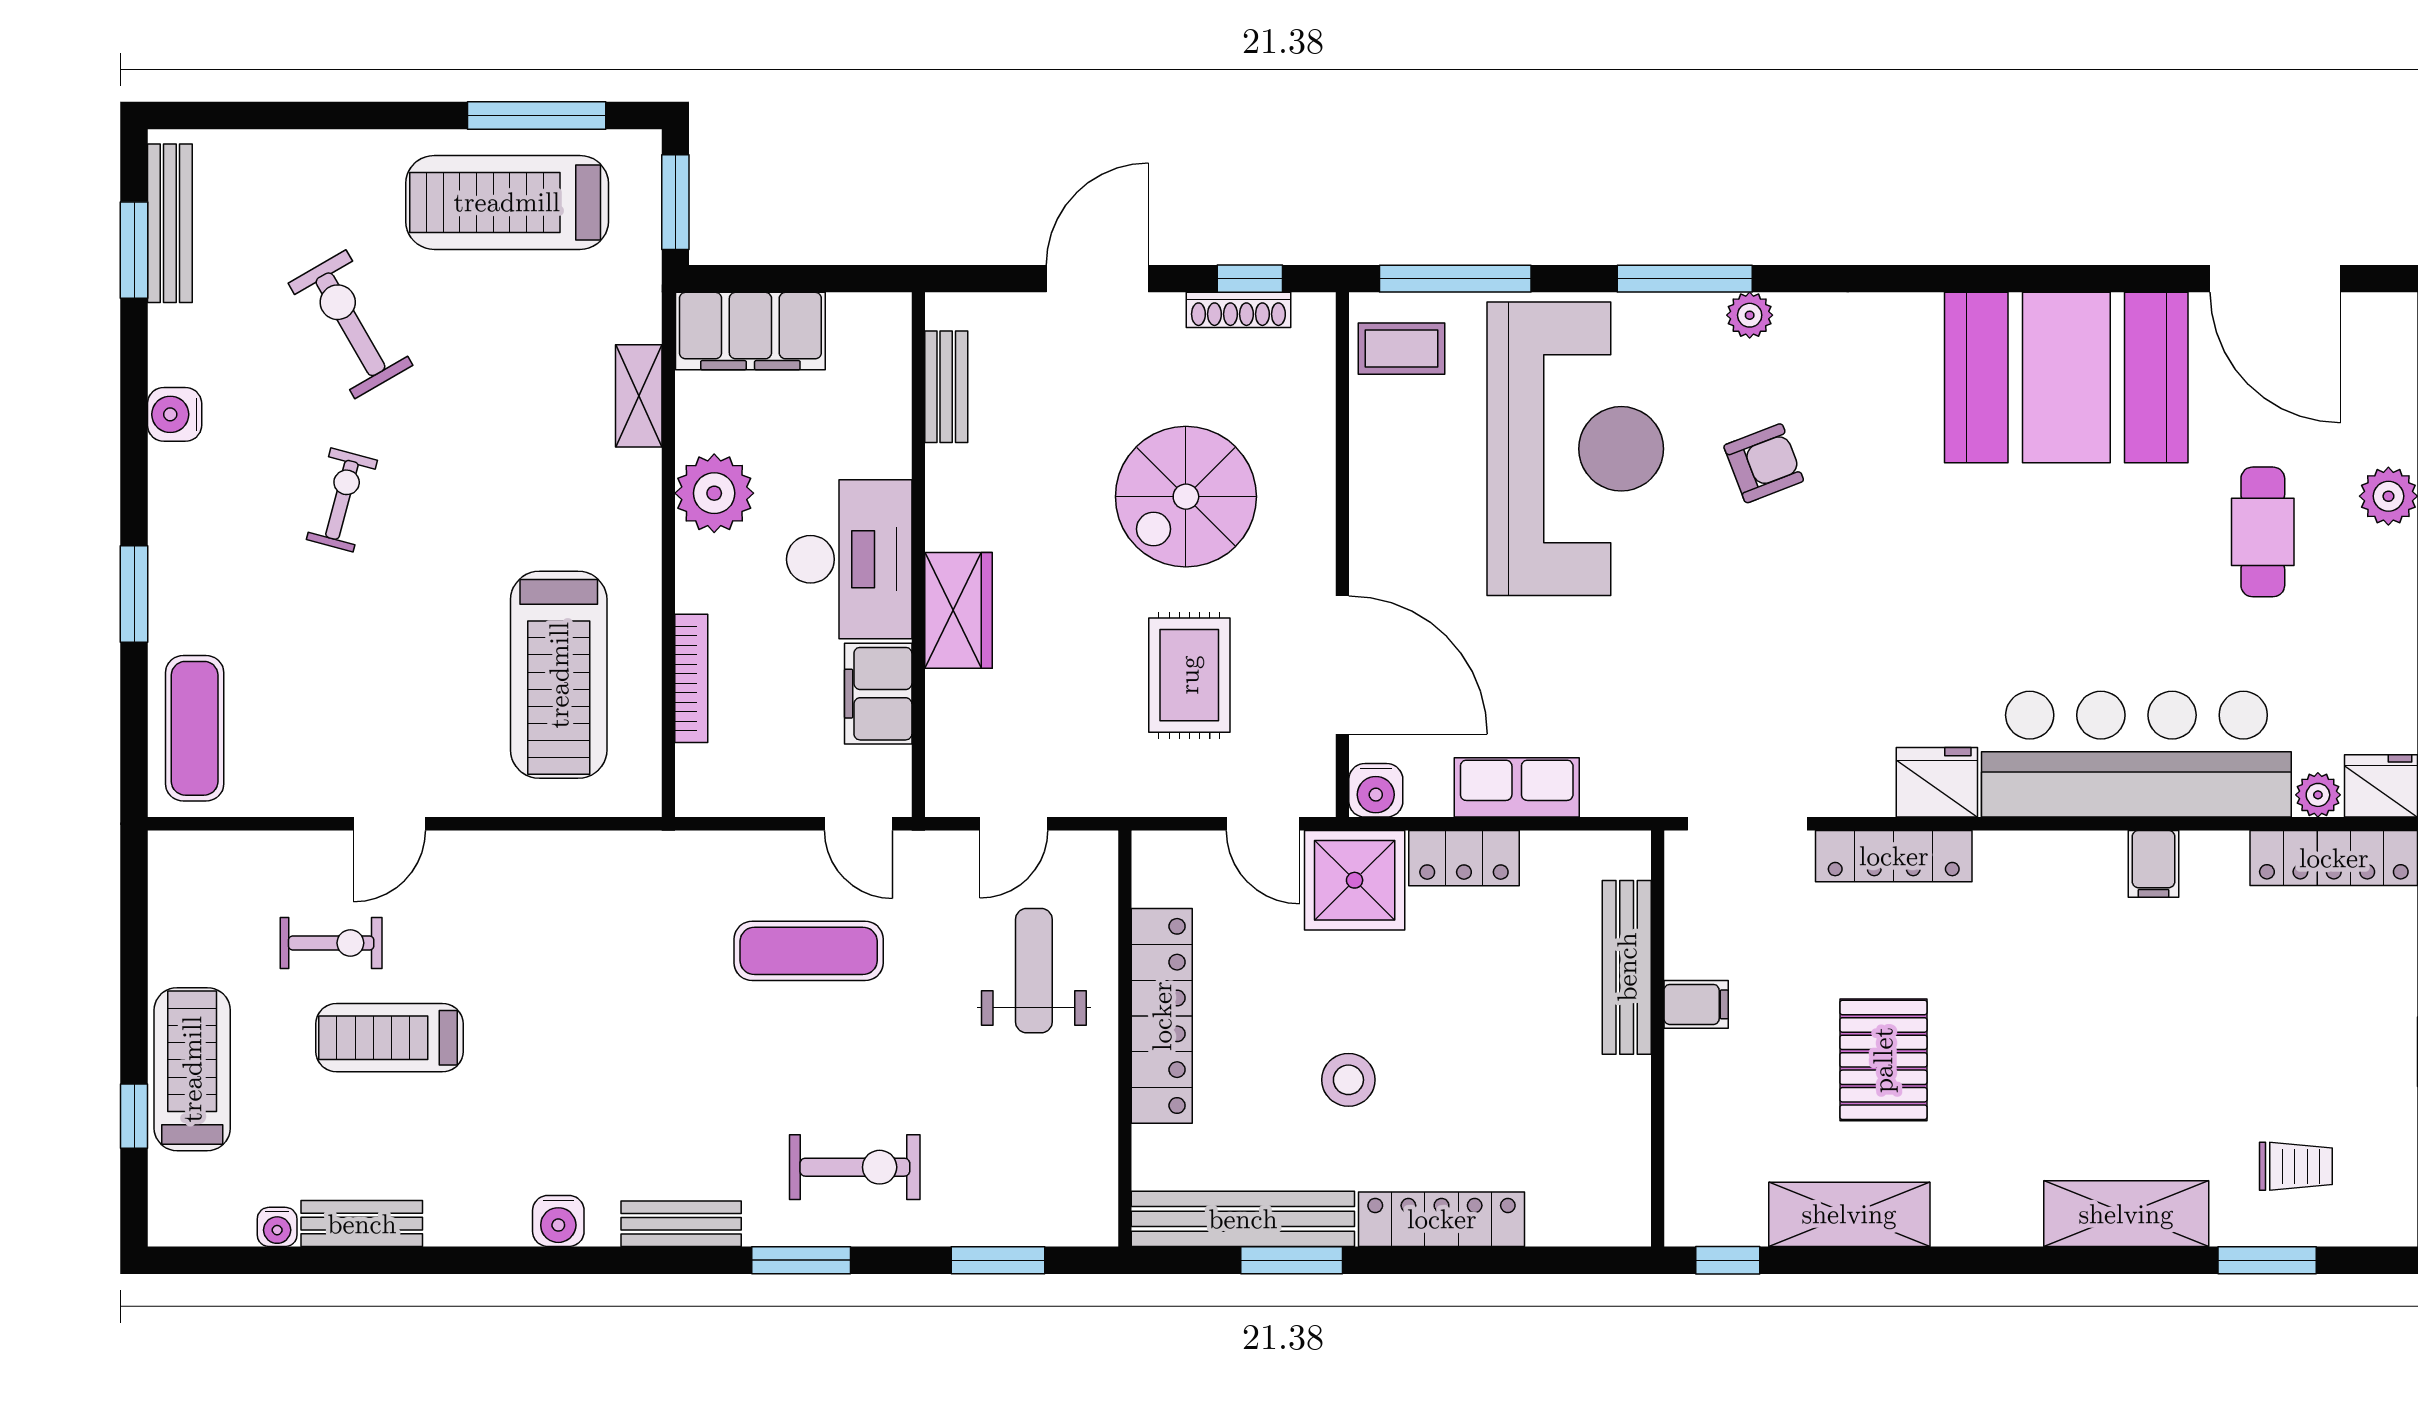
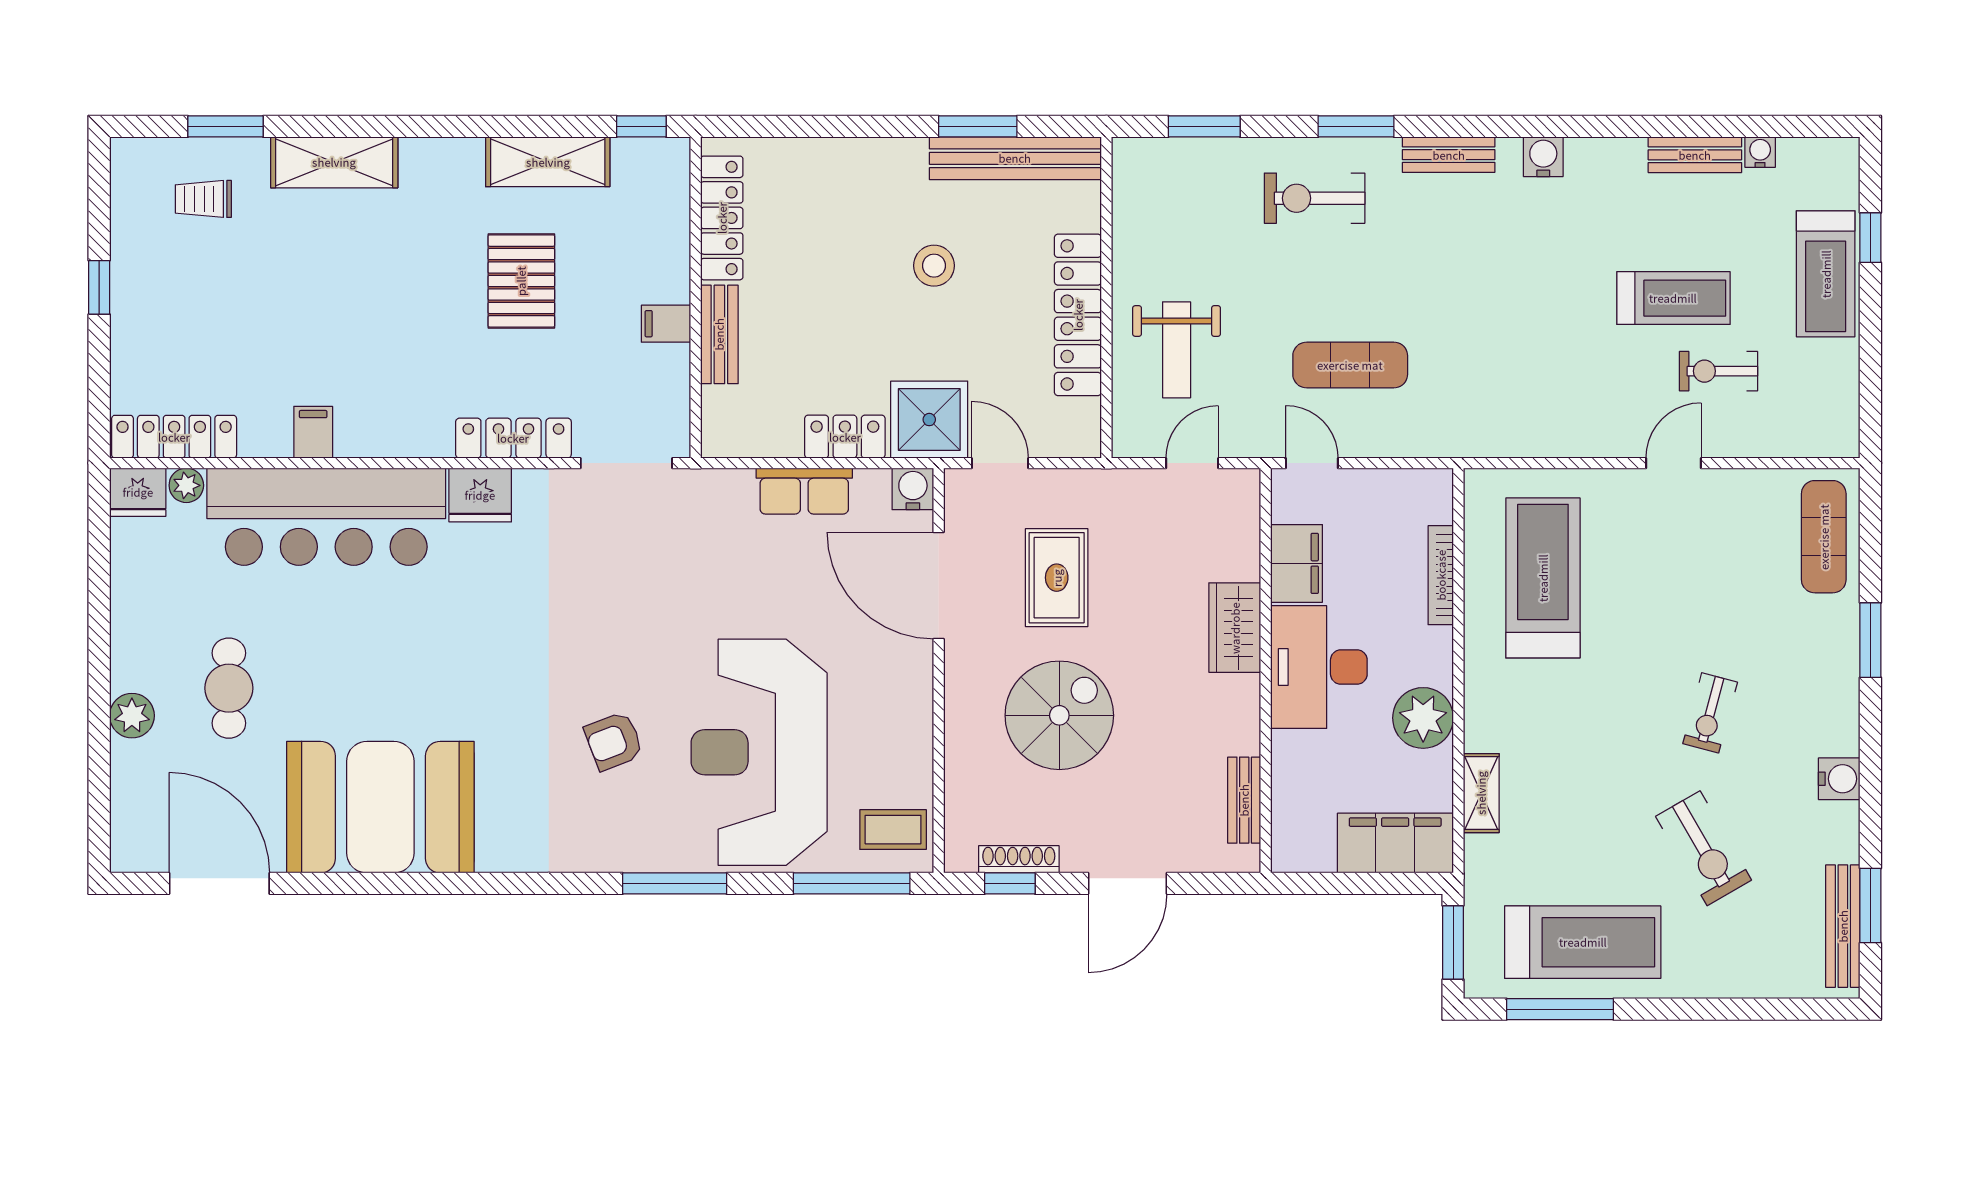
plant: (1750, 315) -> (625, 855), removed
bench: (1627, 967) -> (719, 334), width x0.73
locker: (1442, 1219) -> (722, 218), moved, turned -90

